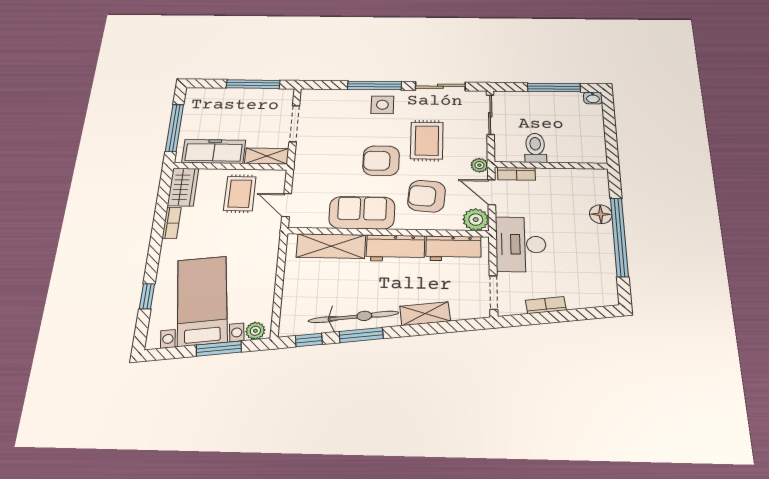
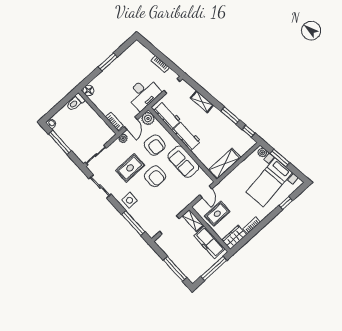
window: (253, 84) -> (175, 269), moved
window: (374, 85) -> (133, 223), moved
toilet: (535, 148) -> (75, 102), moved
floor lamp: (601, 214) -> (88, 90), moved
window: (619, 237) -> (108, 62), width x0.47
shelving: (331, 246) -> (224, 164), moved, turned 90
bicycle: (353, 317) -> (226, 125), removed

